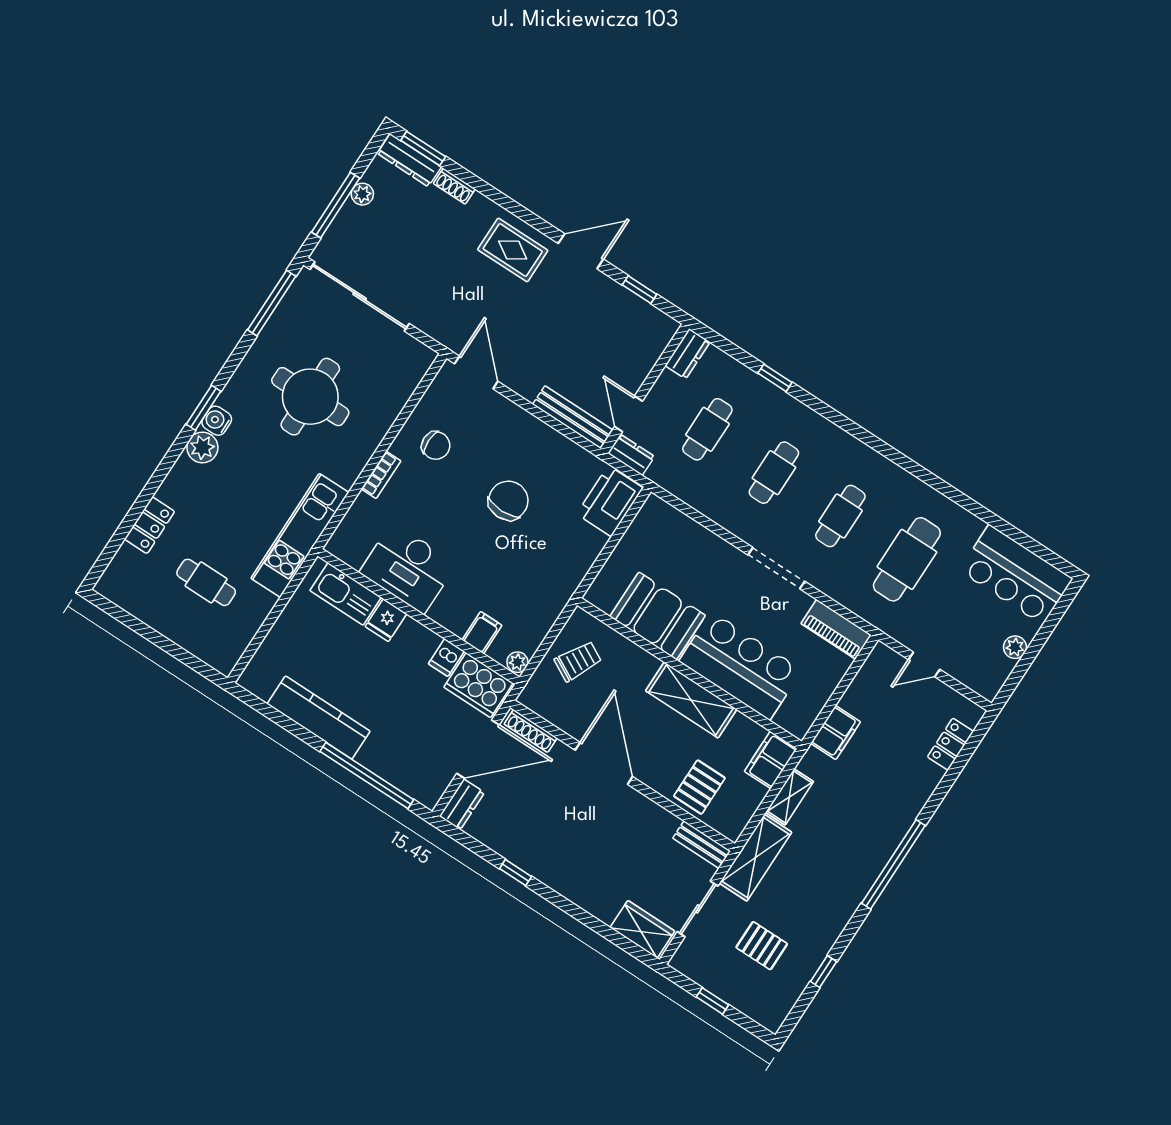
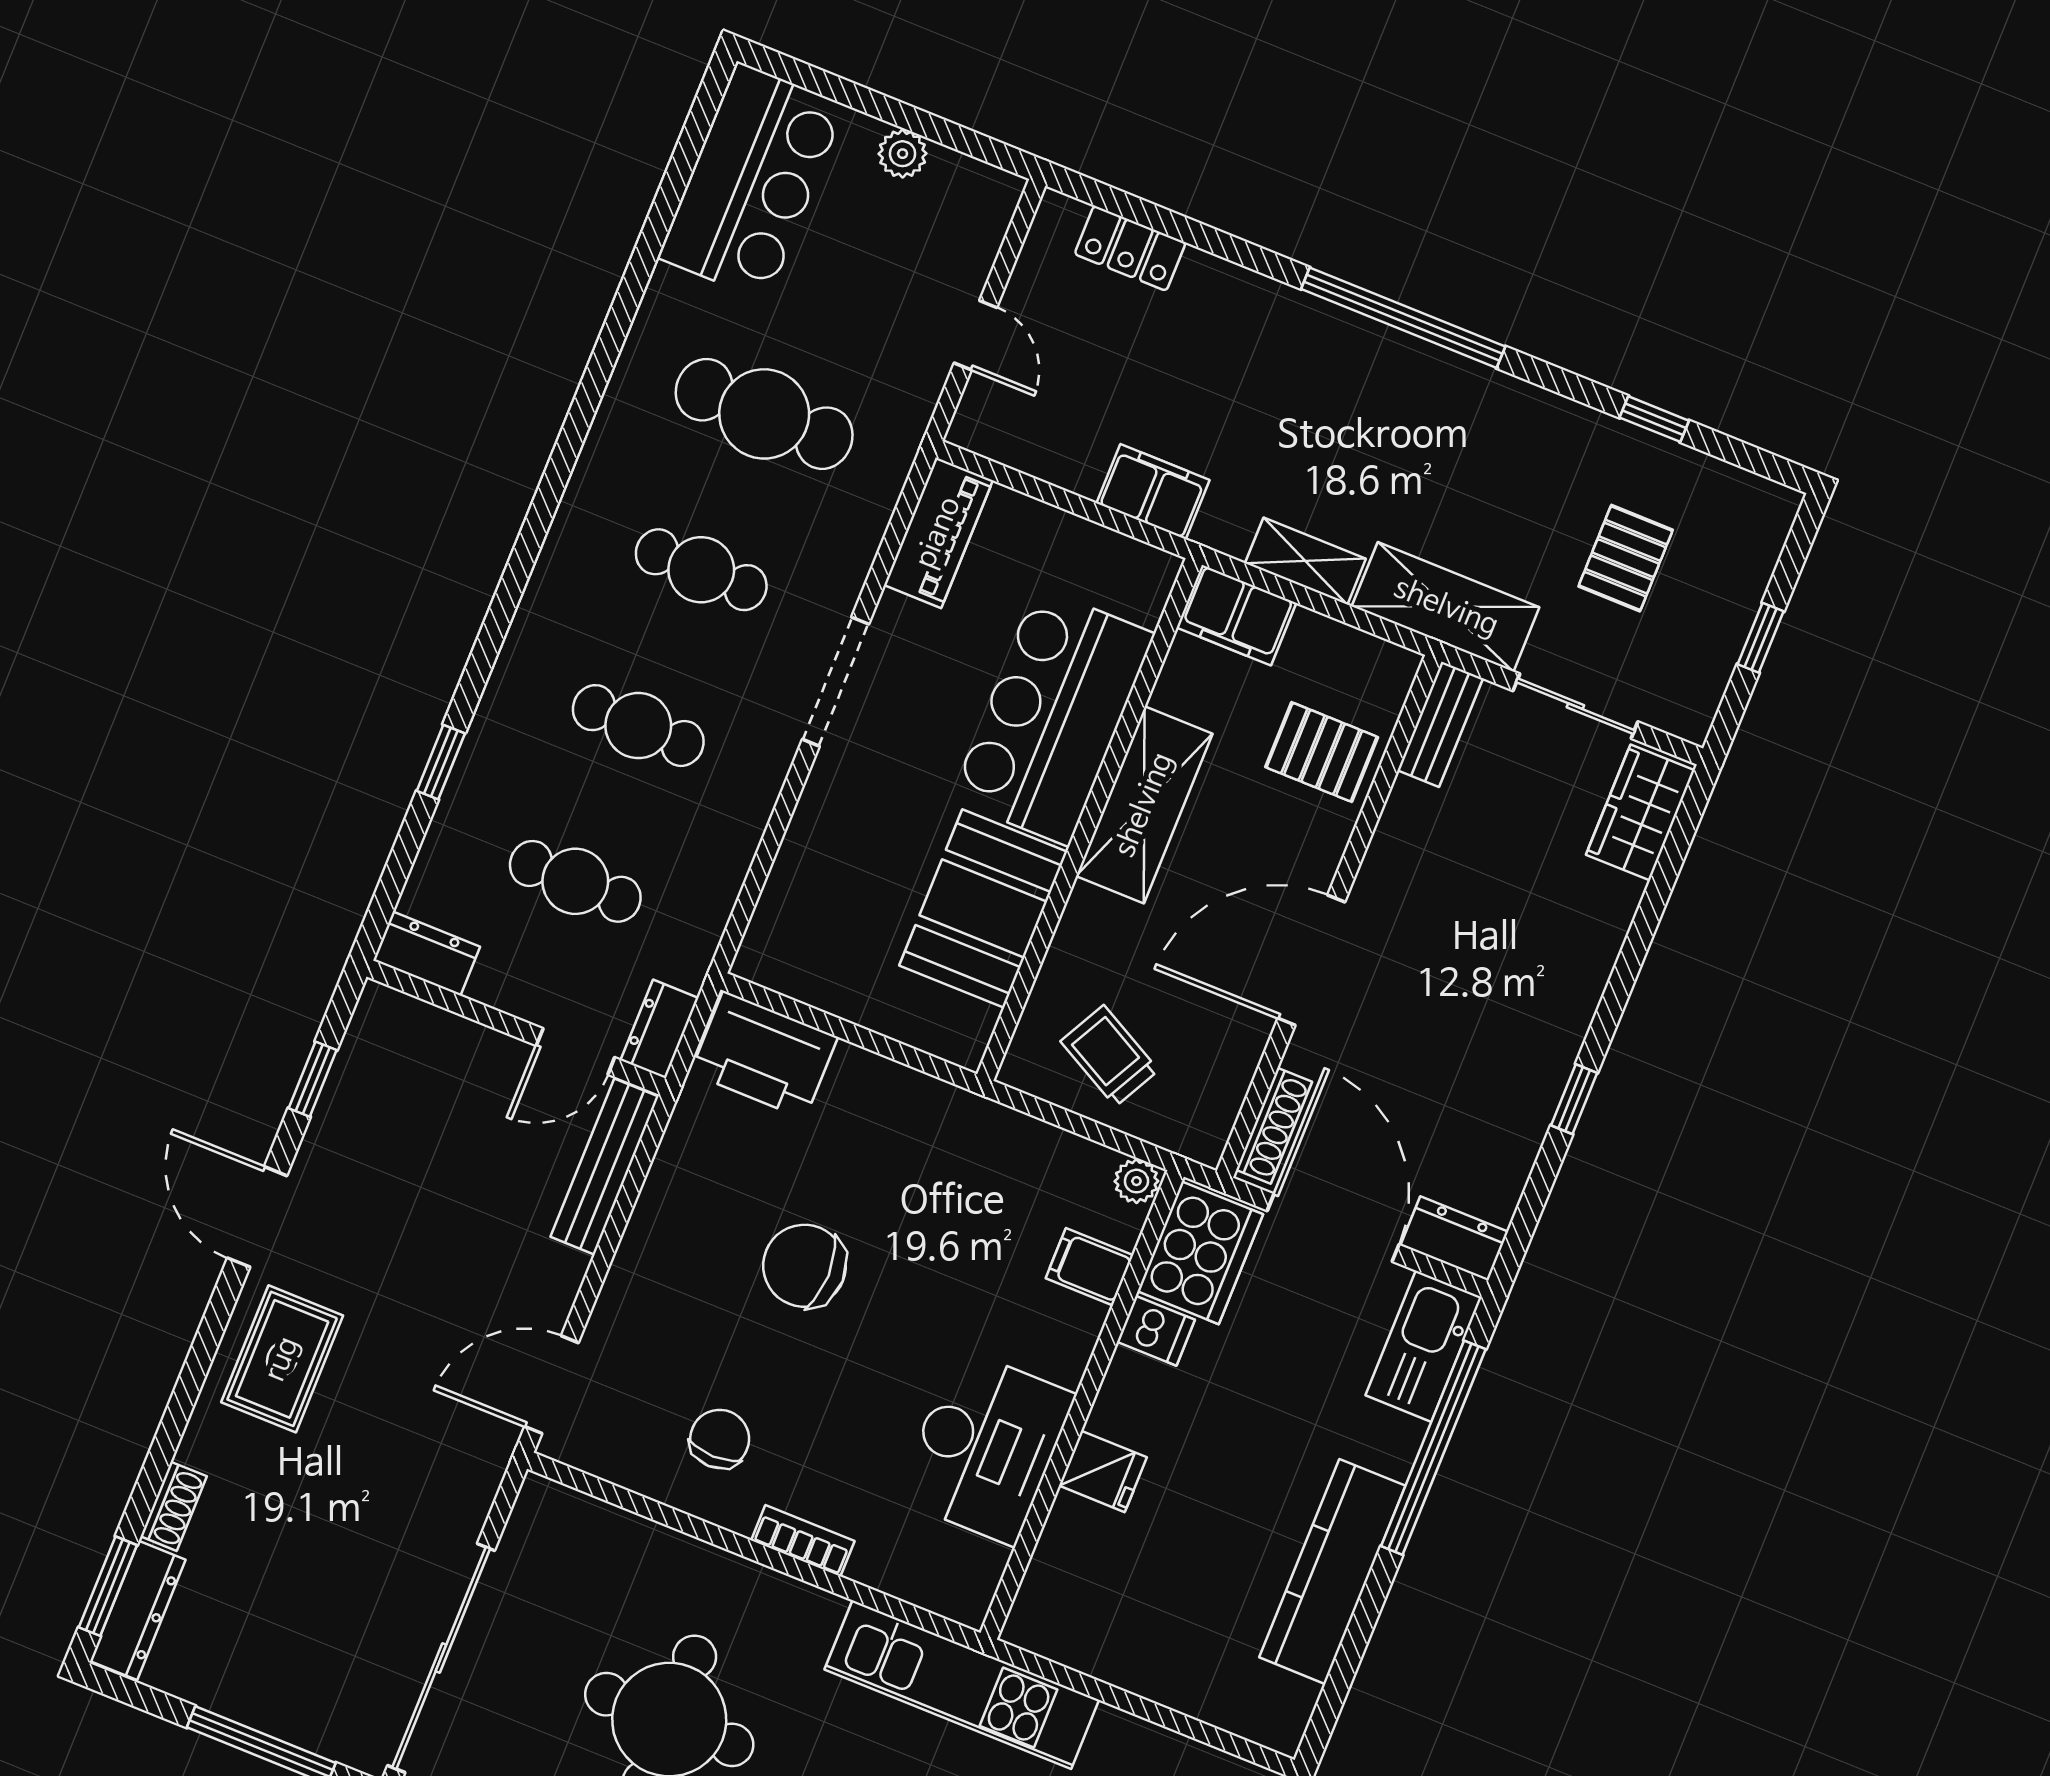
plant: (362, 194) -> (227, 1694), removed
kitchen sink: (346, 594) -> (1424, 1346), moved, turned 180

